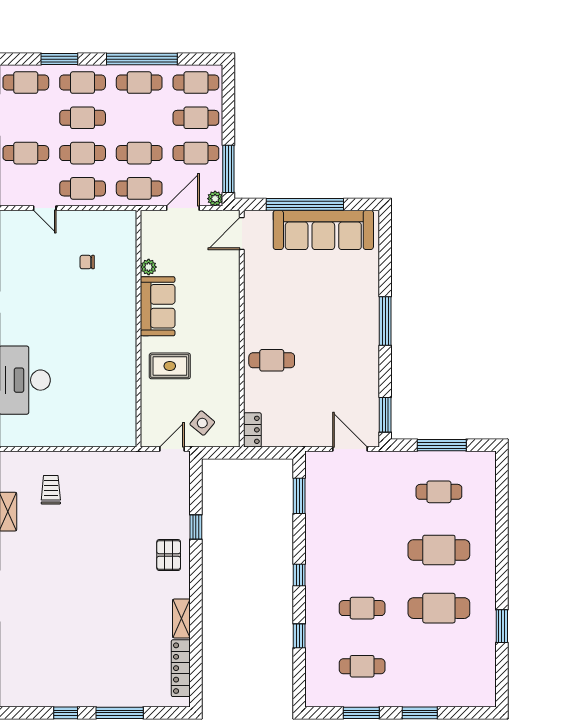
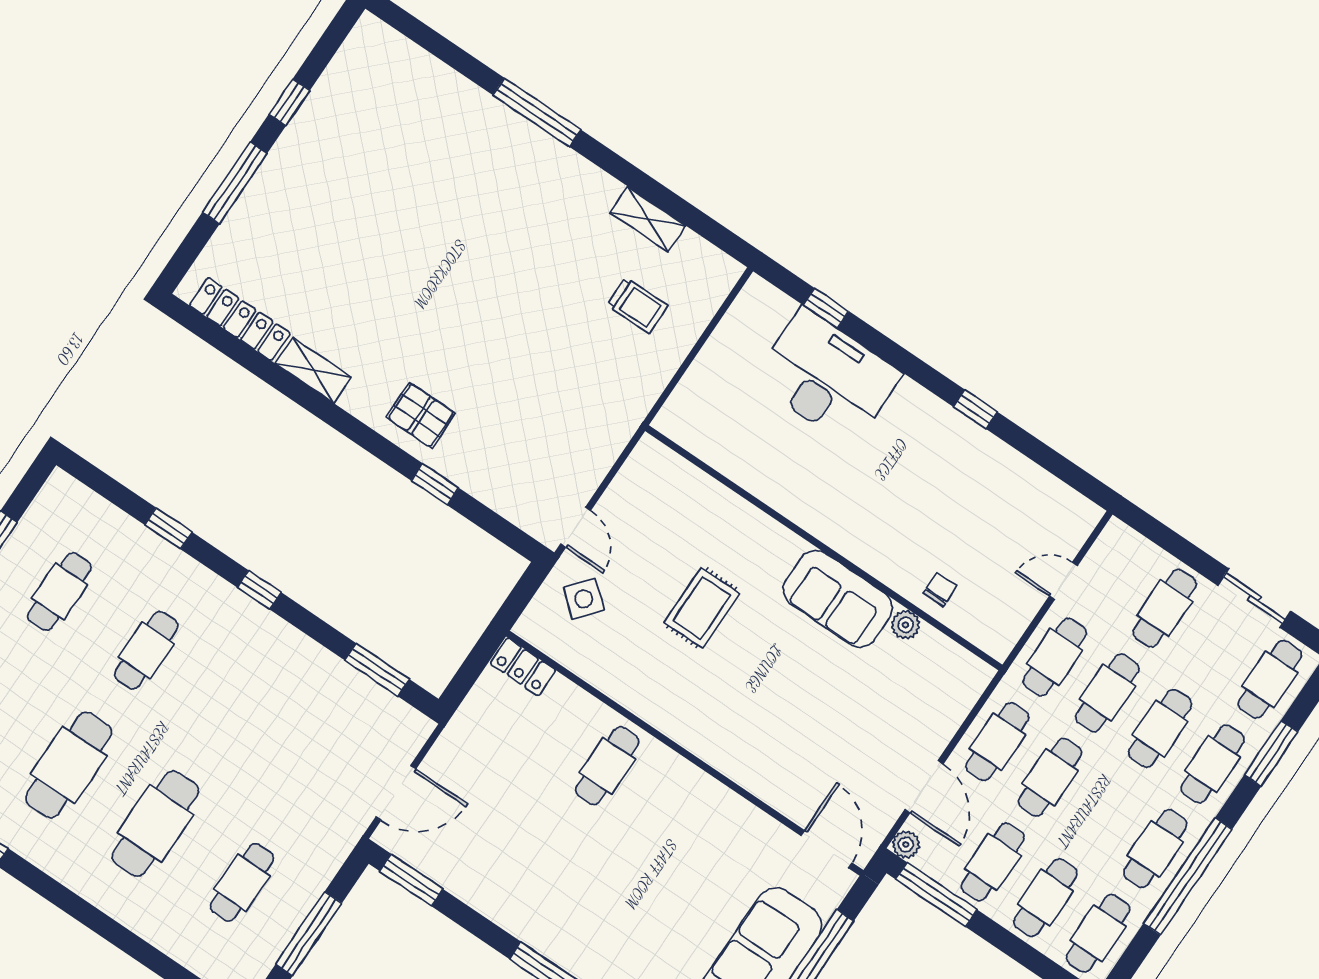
plant: (149, 267) -> (906, 625), moved
sofa: (158, 306) -> (838, 599), moved
wall: (139, 329) -> (824, 548), moved

